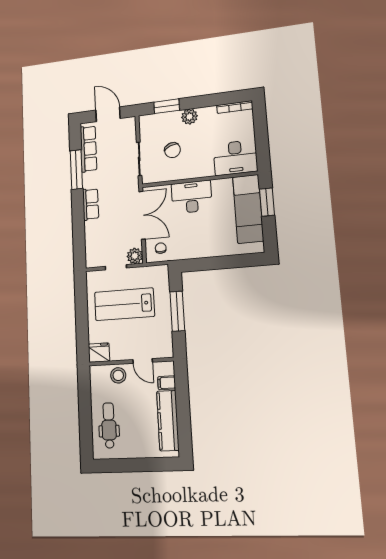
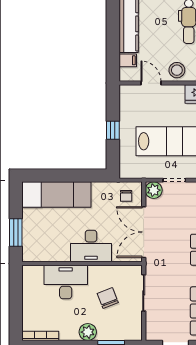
desk: (235, 158) -> (66, 282), moved
exam couch: (248, 209) -> (56, 195), moved, turned 90
window: (177, 311) -> (113, 130), width x0.46

